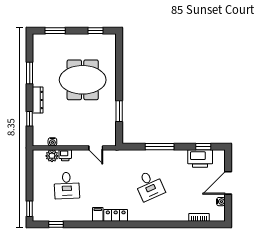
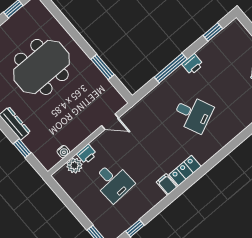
printer: (200, 158) -> (193, 64), moved, width x0.53, depth x0.68

